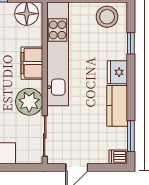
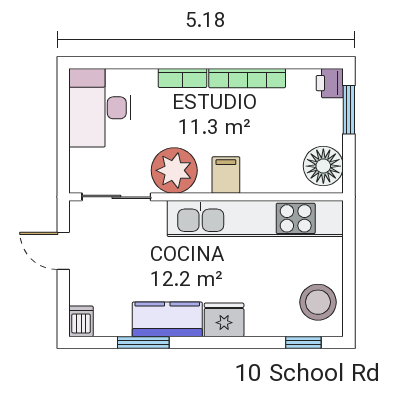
window: (131, 43) -> (303, 343), moved
filing cabinet: (32, 63) -> (226, 175), width x0.50
window: (131, 136) -> (143, 343), moved

